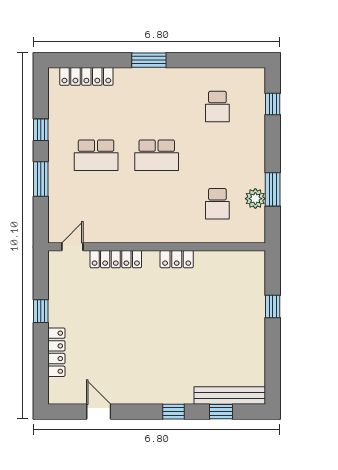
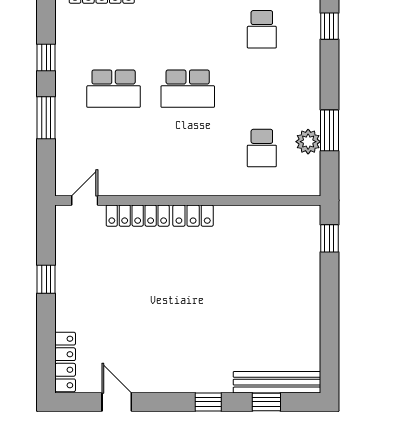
locker: (177, 259) -> (193, 216), moved
window: (273, 306) -> (329, 238), moved
locker: (56, 352) -> (65, 362), moved

